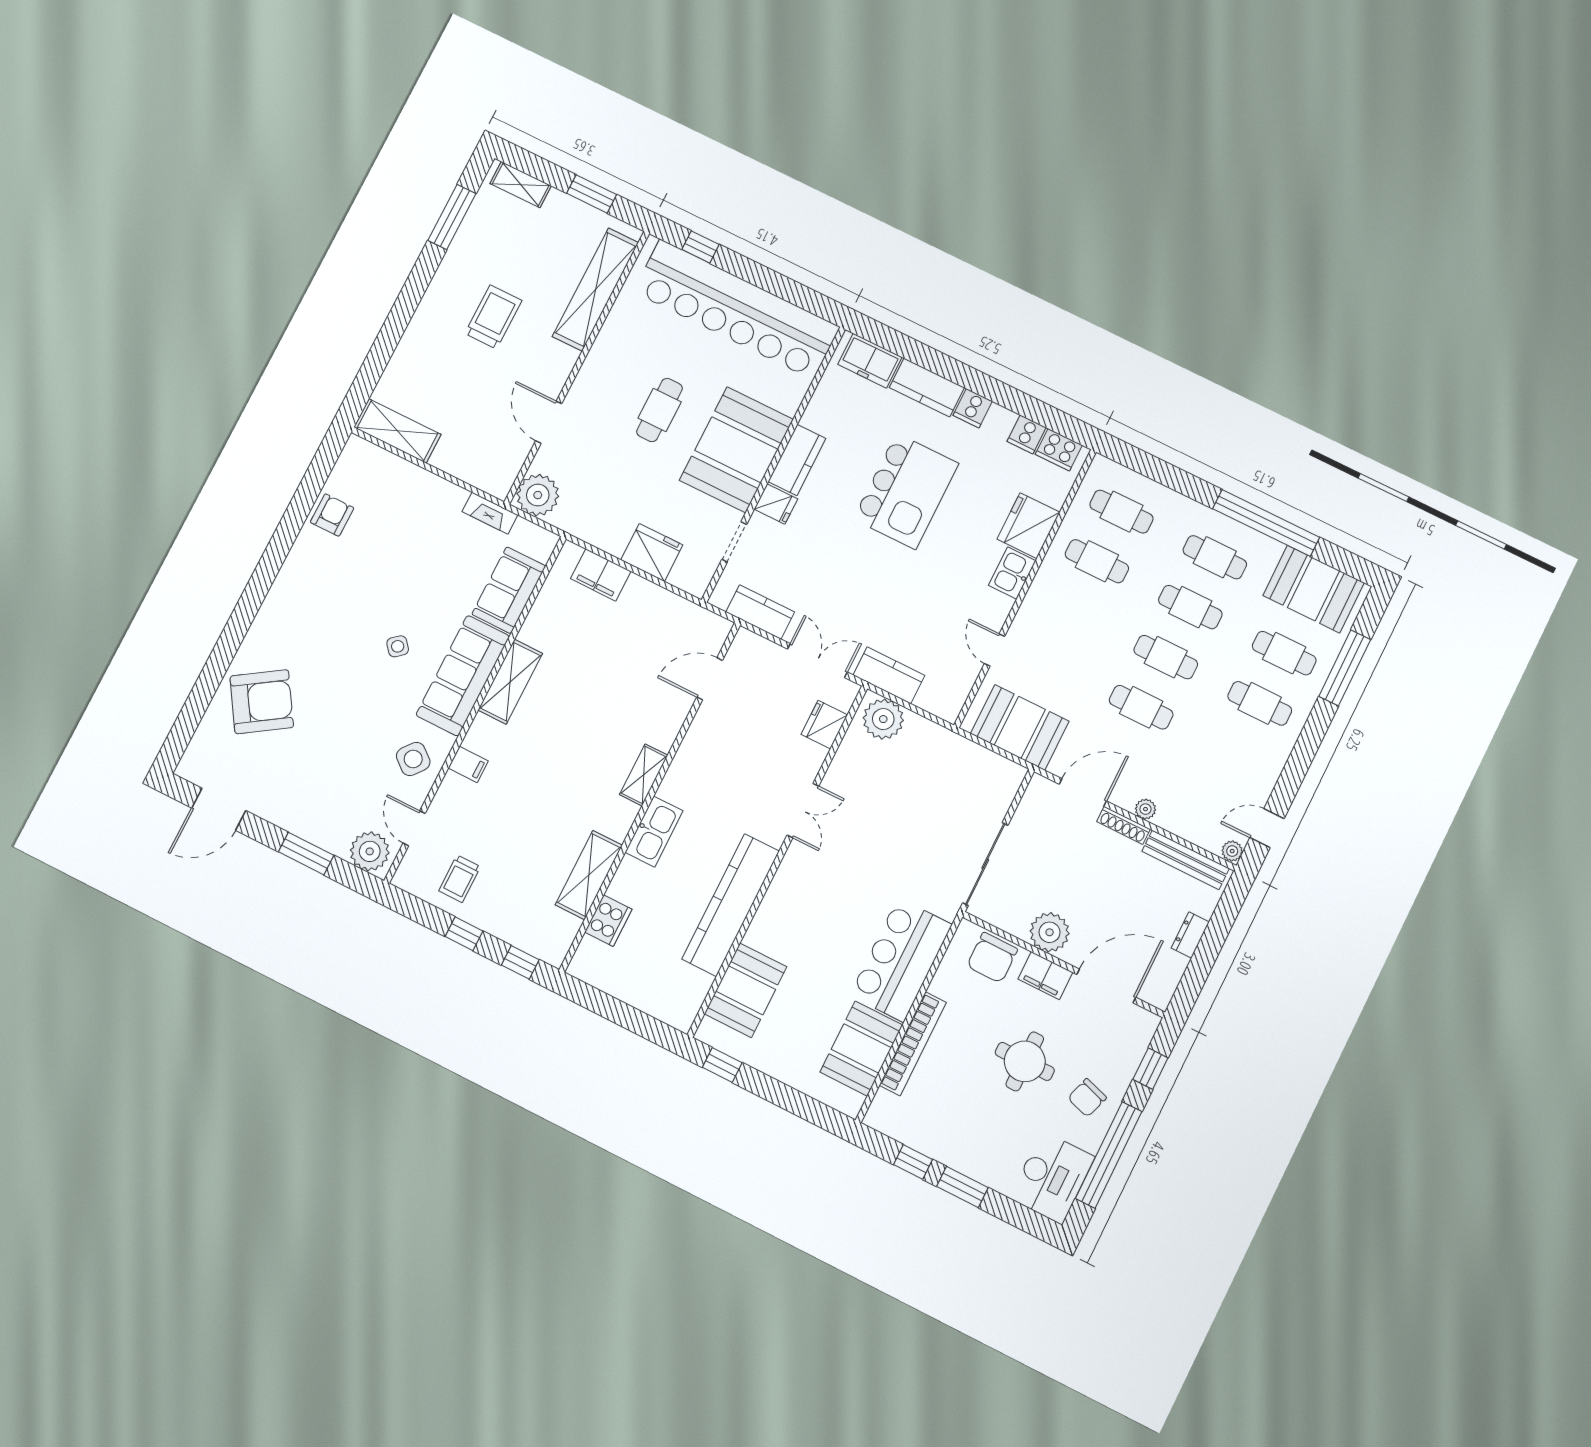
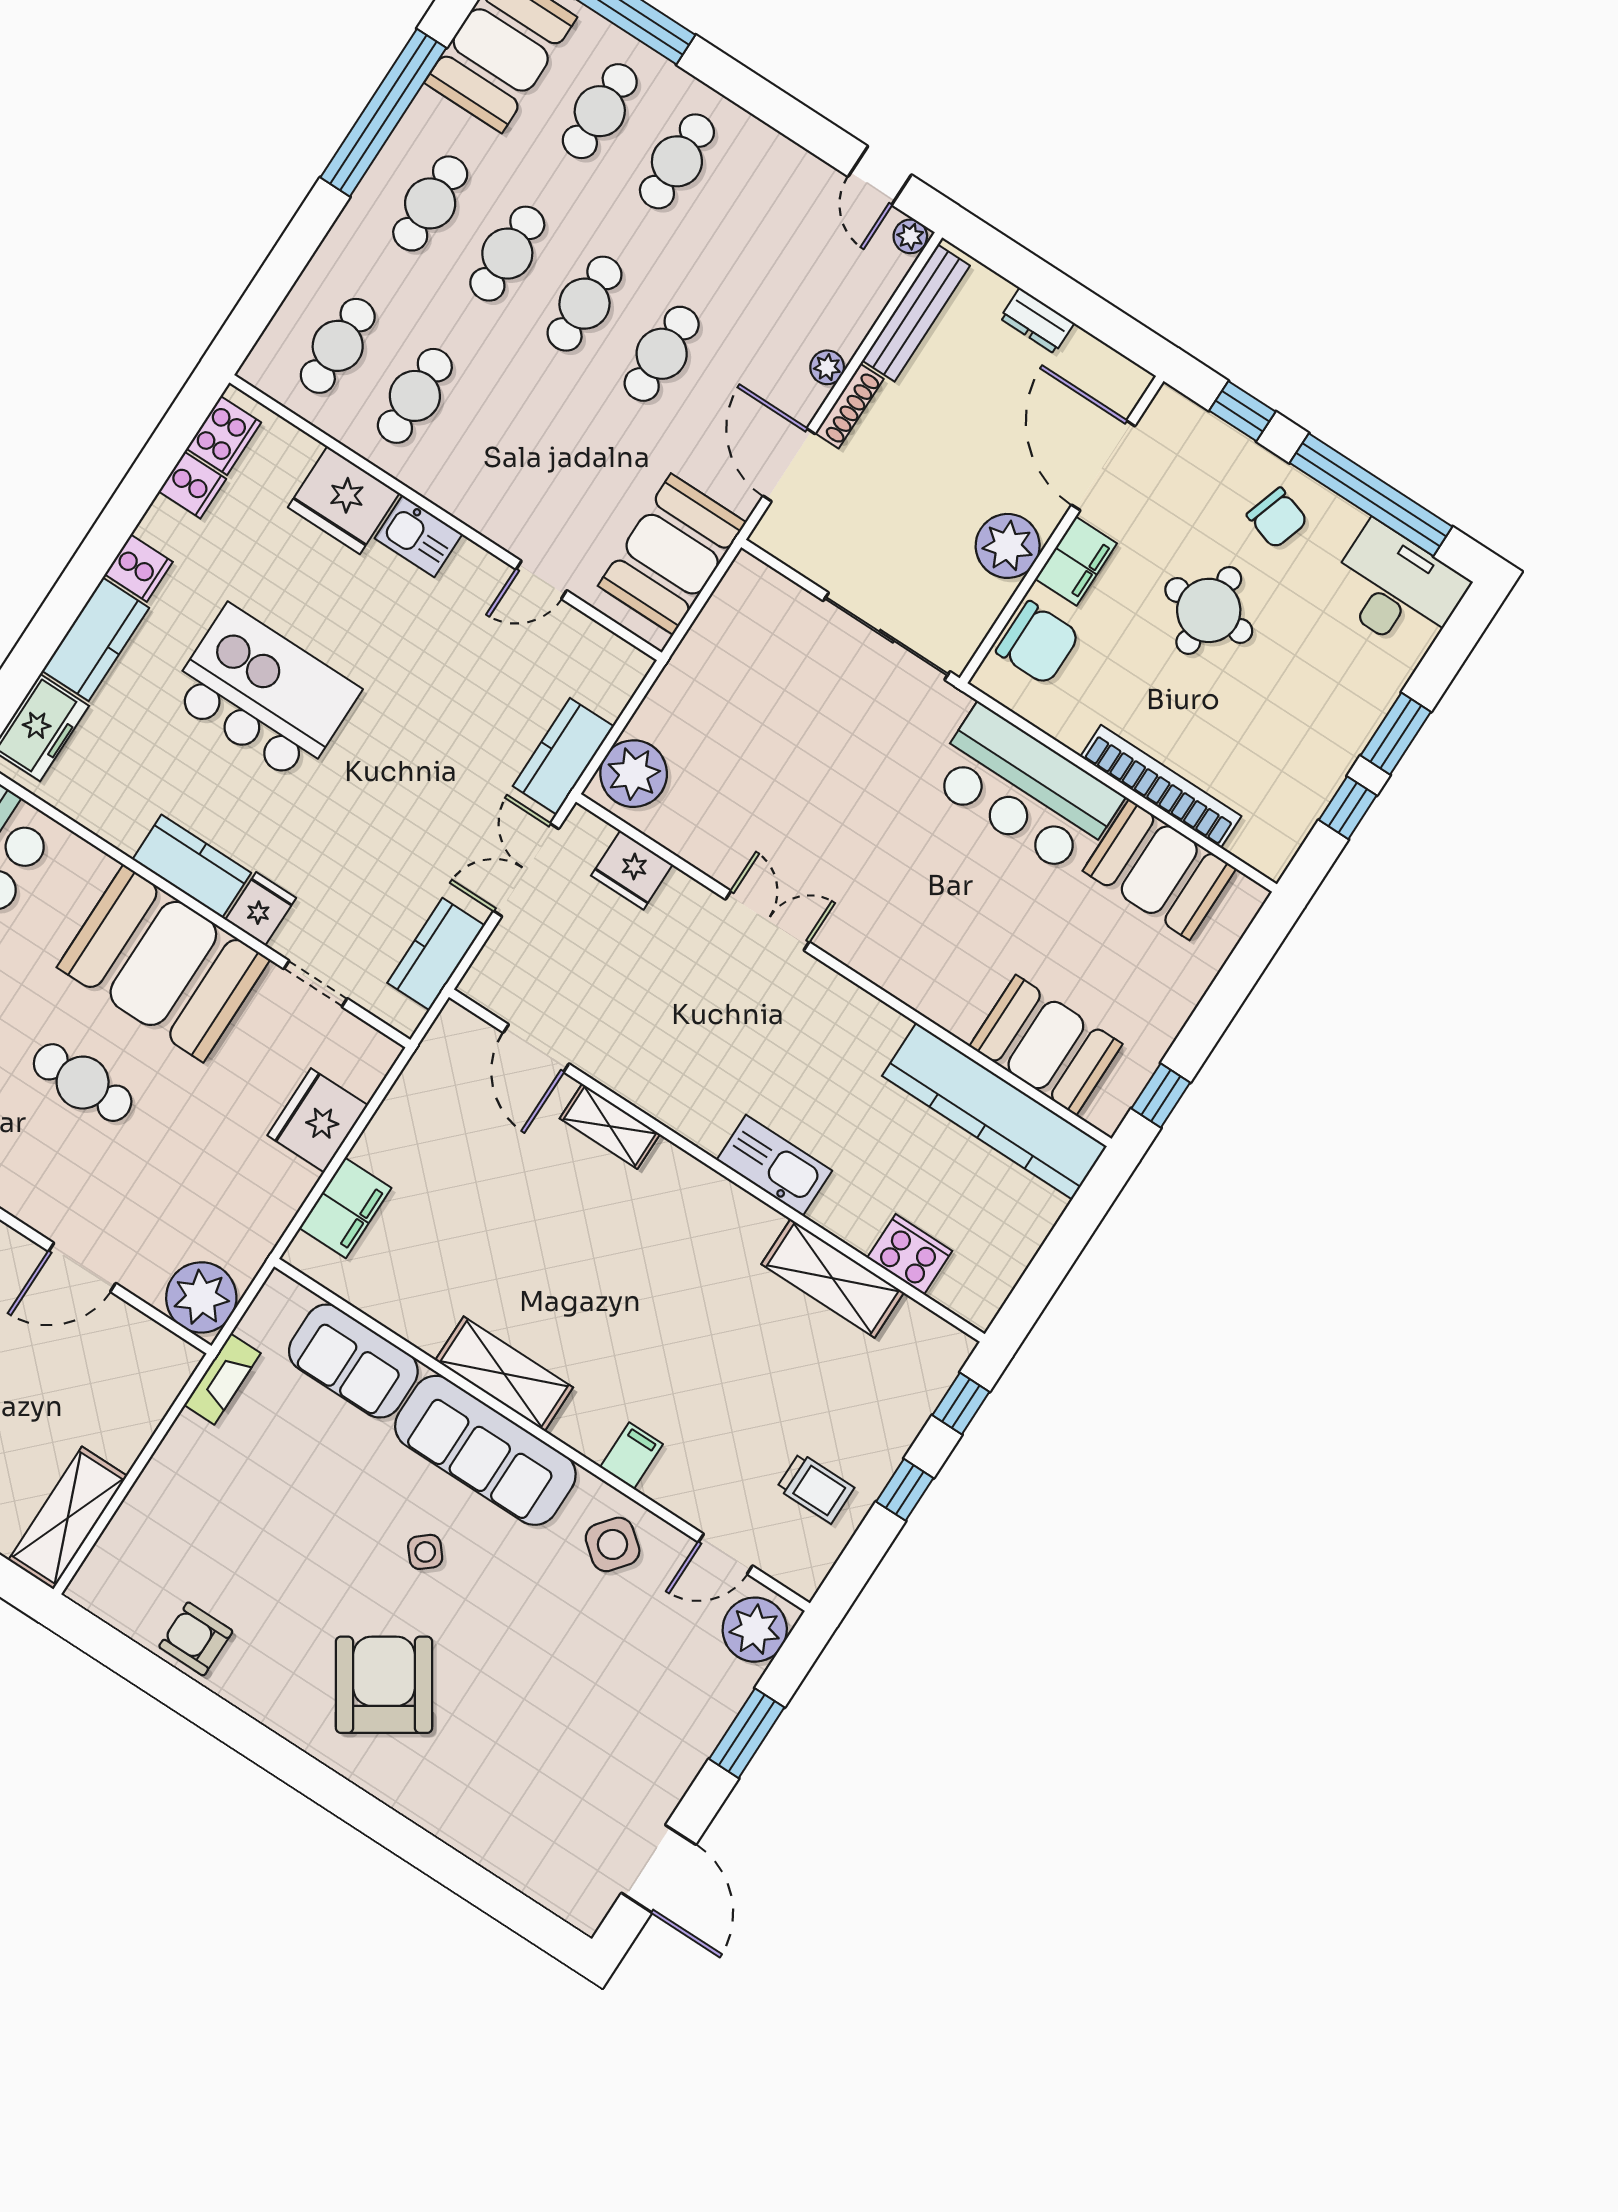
armchair: (262, 702) -> (384, 1685), moved
shelving: (644, 775) -> (610, 1126), moved
kitchen counter: (731, 905) -> (994, 1111), moved

